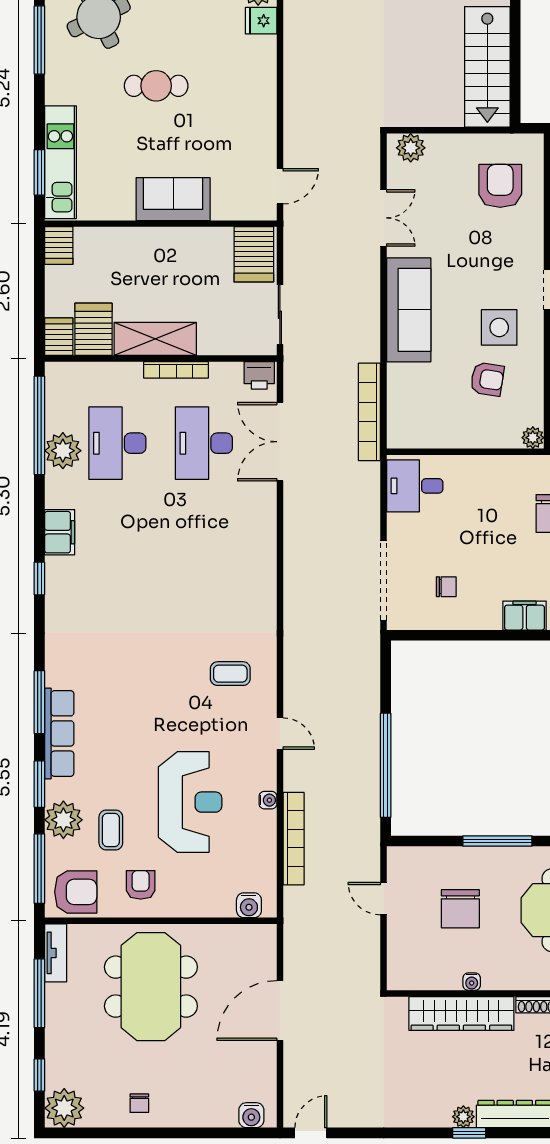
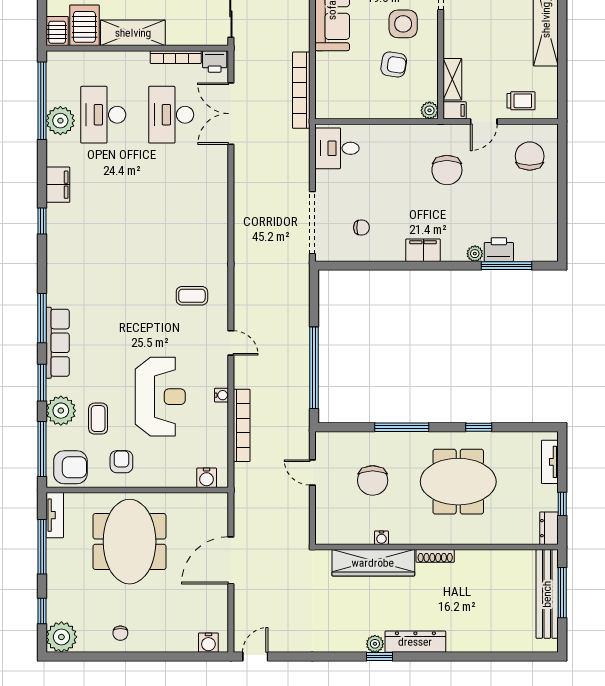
bookcase: (176, 370) -> (176, 57), moved

